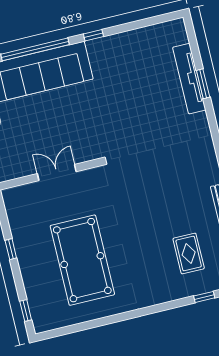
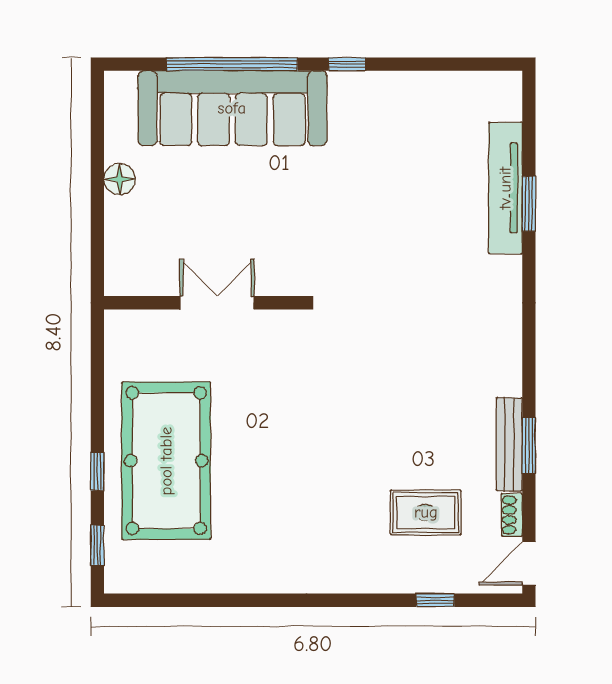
window: (11, 249) -> (97, 471), moved
rug: (189, 253) -> (426, 512), turned 90
pool table: (82, 260) -> (166, 461), moved

